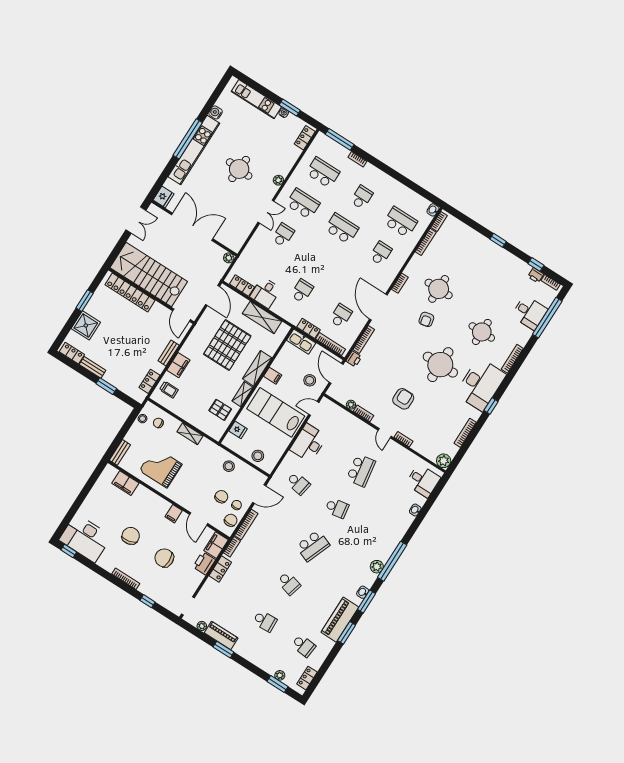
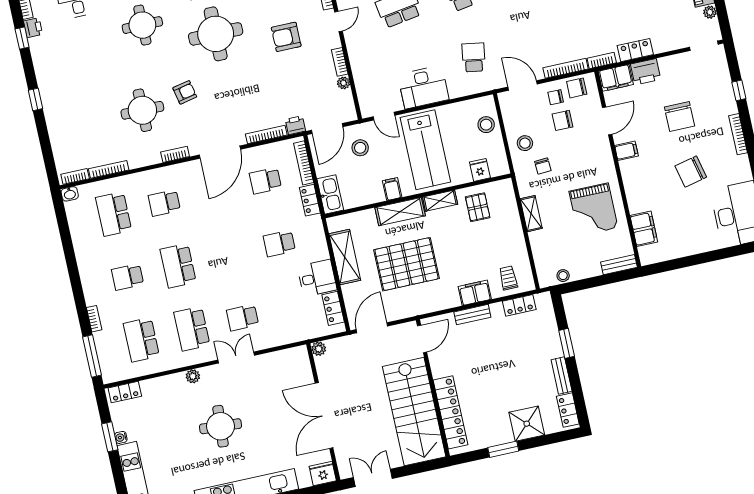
chair: (158, 423) -> (543, 166), moved

